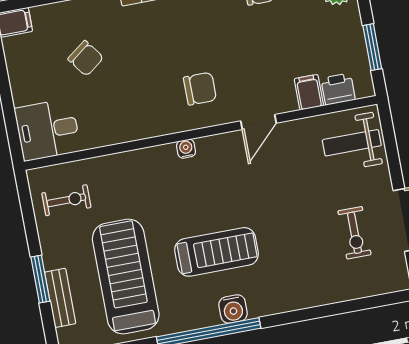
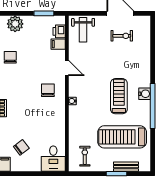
chair: (86, 58) -> (21, 147), moved

